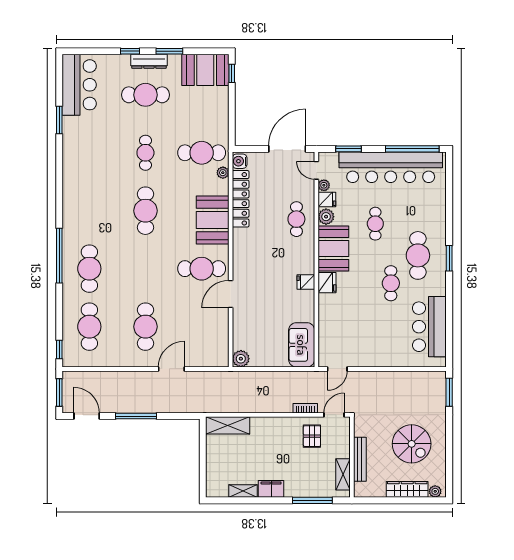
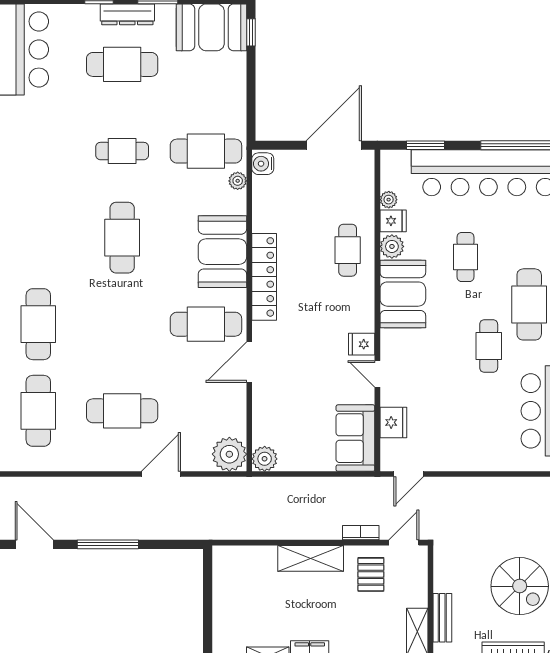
cafe table: (145, 153) -> (122, 151), turned 90
door: (316, 170) -> (377, 374), moved
locker: (241, 199) -> (264, 277), moved
fridge: (327, 283) -> (393, 422), moved
cafe table: (145, 327) -> (122, 411), turned 90
plant: (217, 356) -> (229, 454), added
shelving: (228, 425) -> (311, 558), moved
bench: (360, 459) -> (442, 618), width x0.73

